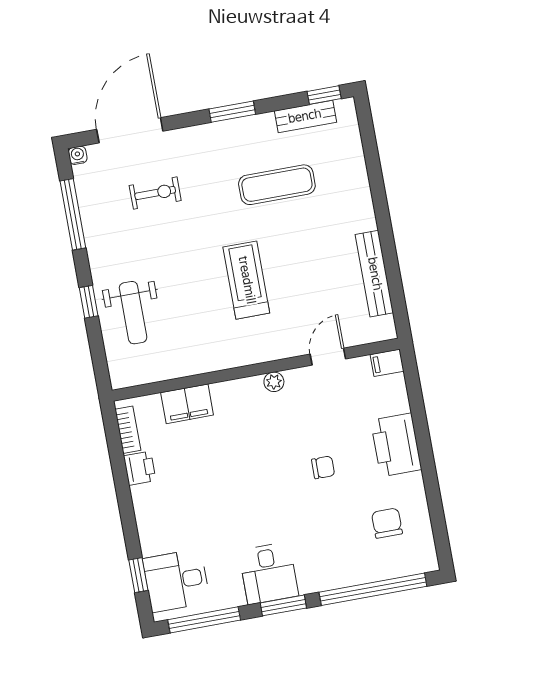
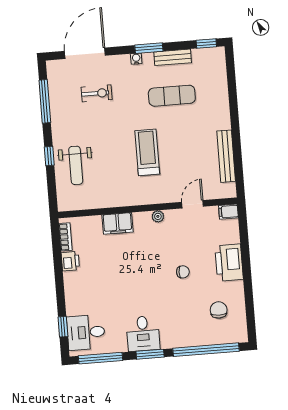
bench: (305, 117) -> (173, 57), moved
water cooler: (78, 155) -> (136, 59), moved
filing cabinet: (187, 404) -> (117, 223), moved

